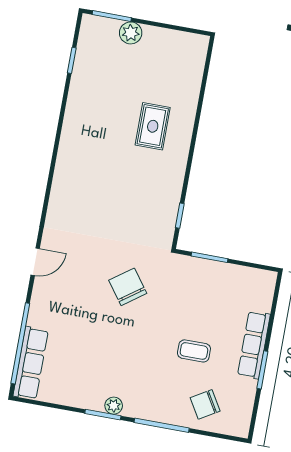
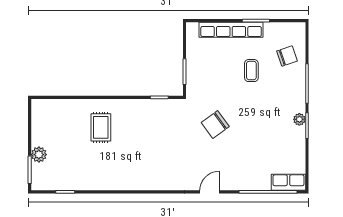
rug: (153, 126) -> (101, 127), turned 90
door: (35, 262) -> (210, 192), hinge flipped
row of seats: (254, 345) -> (231, 30), width x1.36
row of seats: (31, 363) -> (288, 182), width x0.68
chair: (205, 404) -> (287, 56), turned -78

